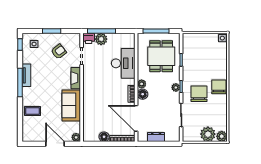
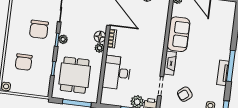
chair: (219, 87) -> (24, 62), moved
coffee table: (32, 111) -> (221, 34), removed

